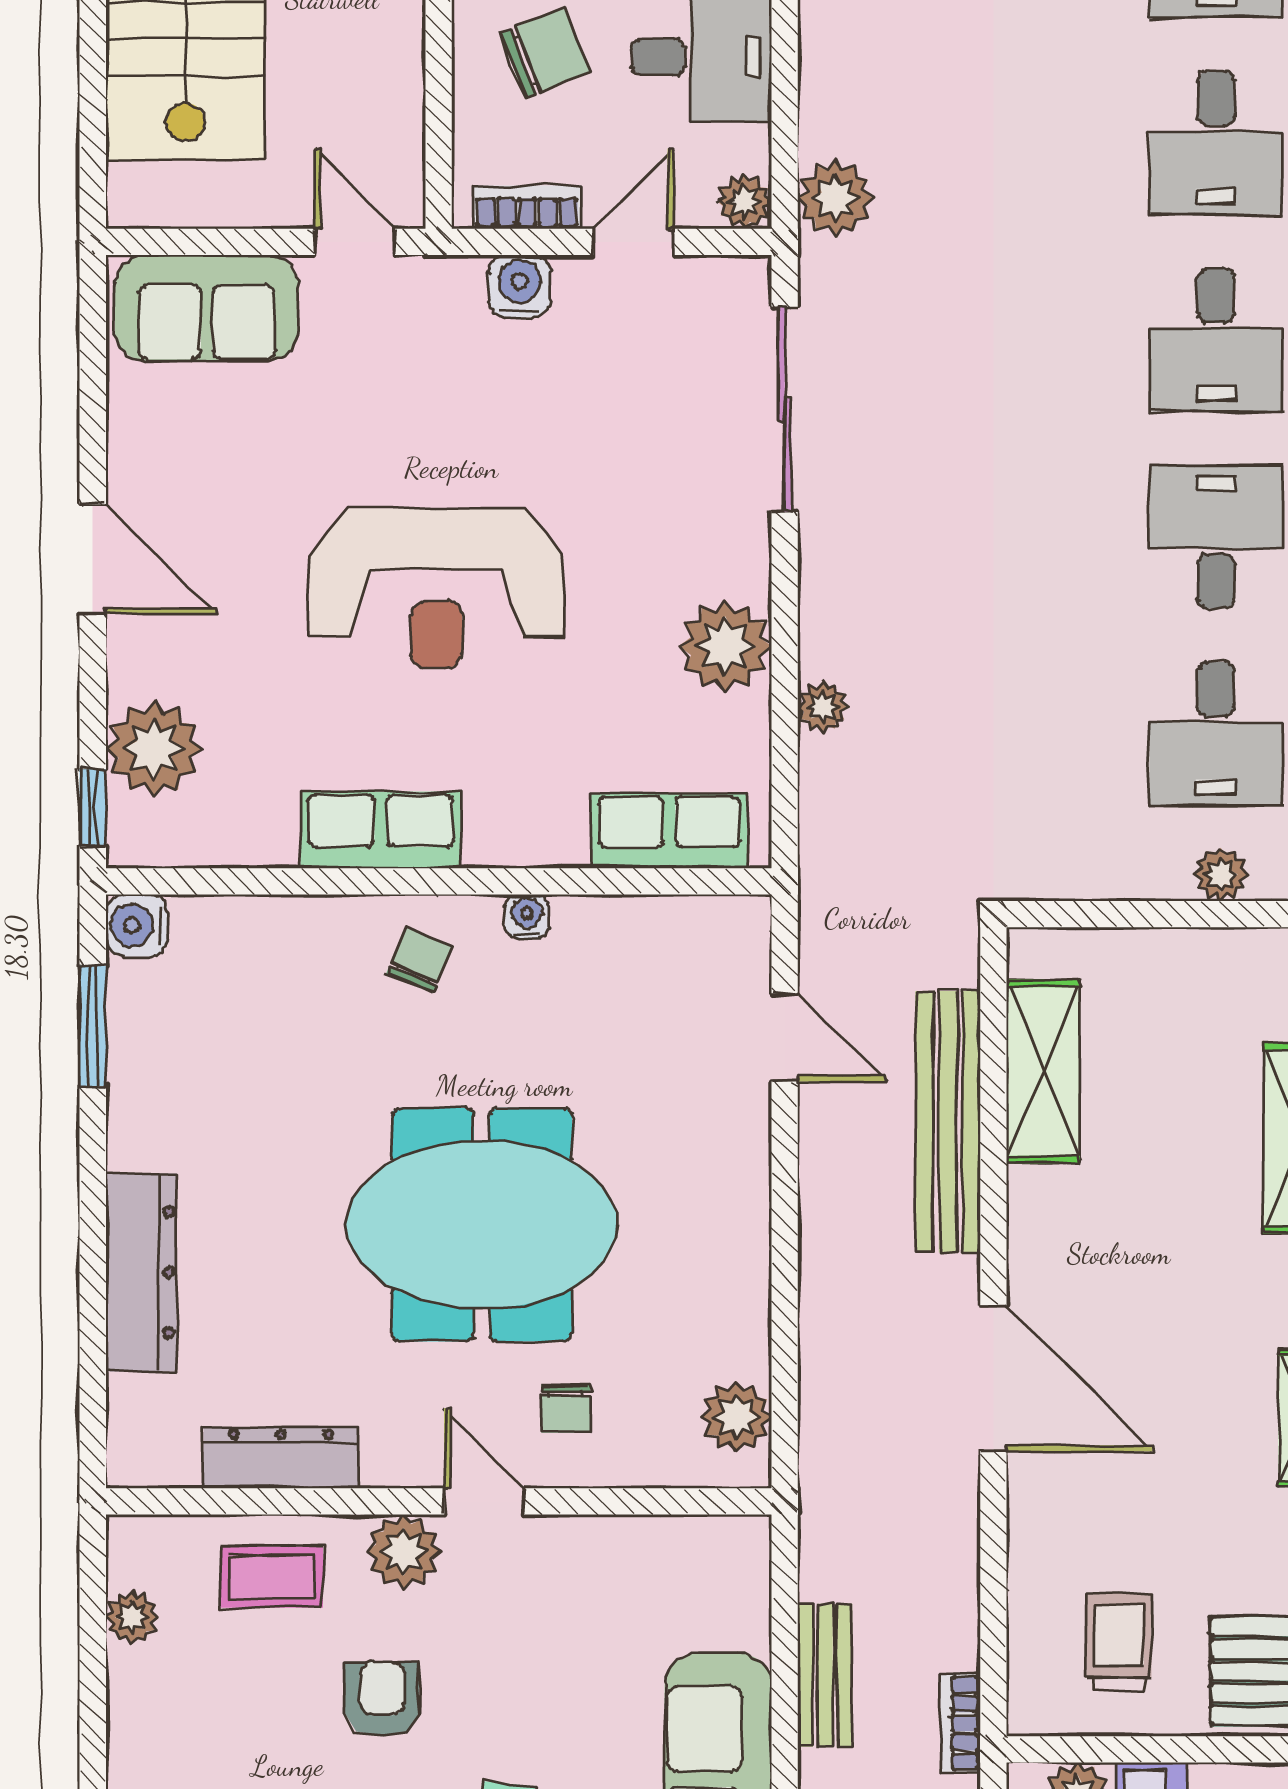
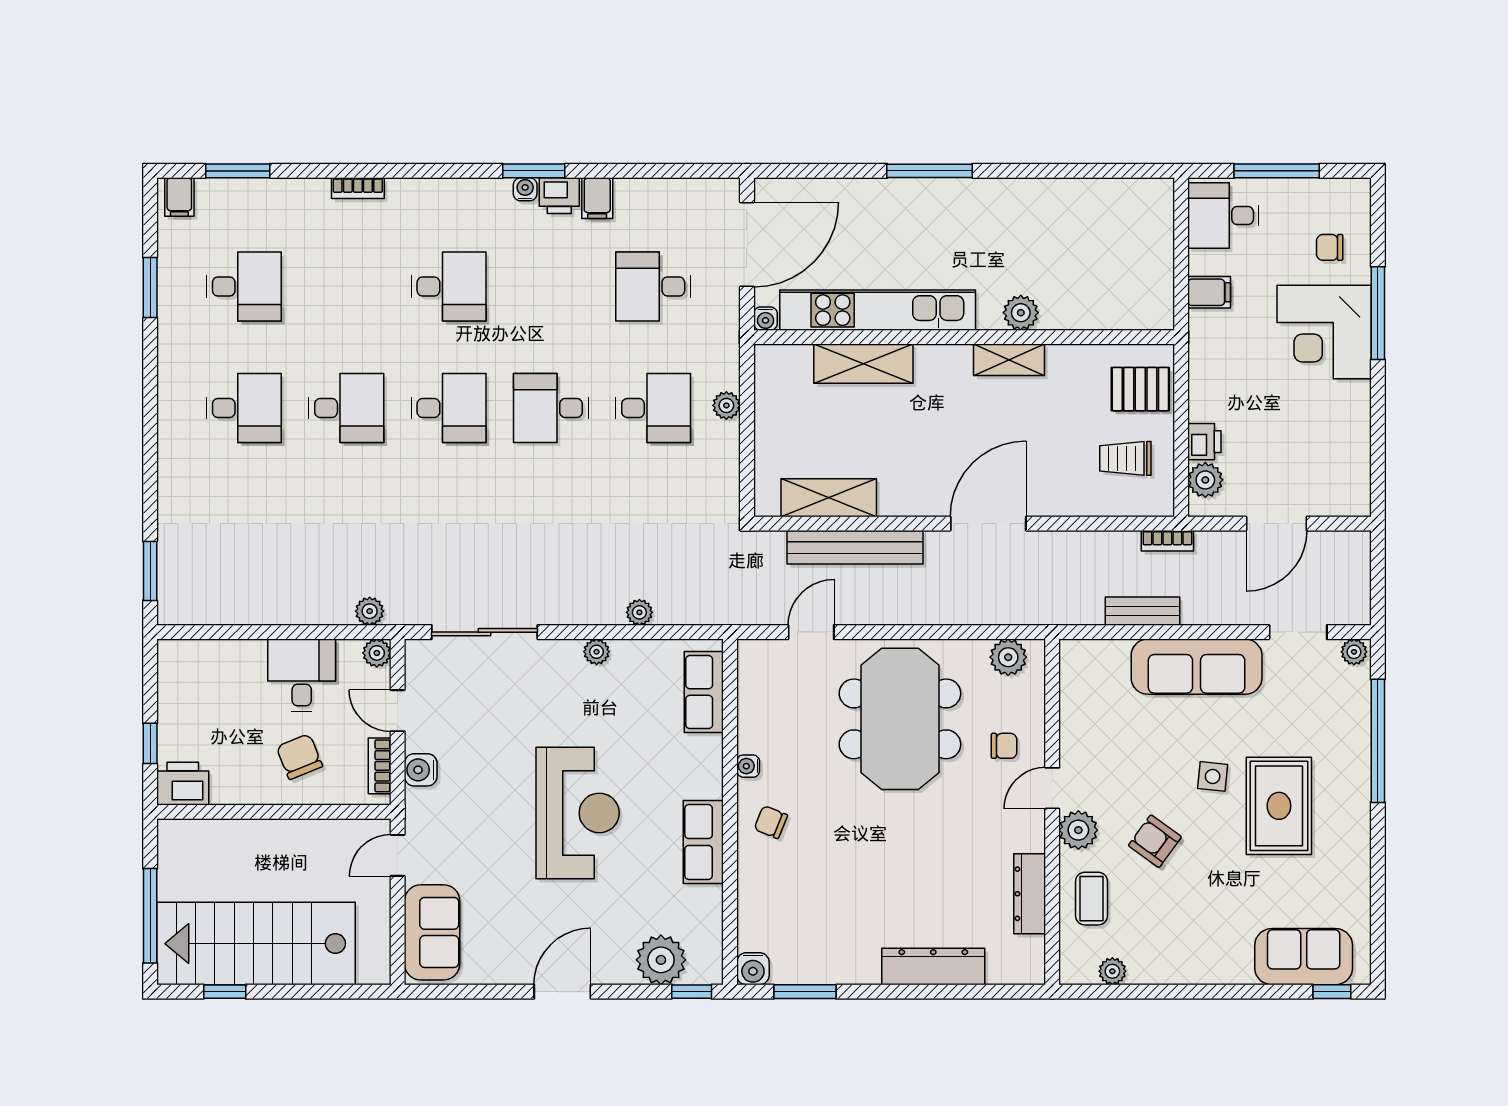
plant: (835, 198) -> (370, 611), width x0.73, depth x0.73
plant: (725, 646) -> (597, 652), width x0.53, depth x0.53
meeting table: (482, 1225) -> (900, 719), moved
armchair: (382, 1699) -> (1155, 841), turned 36

